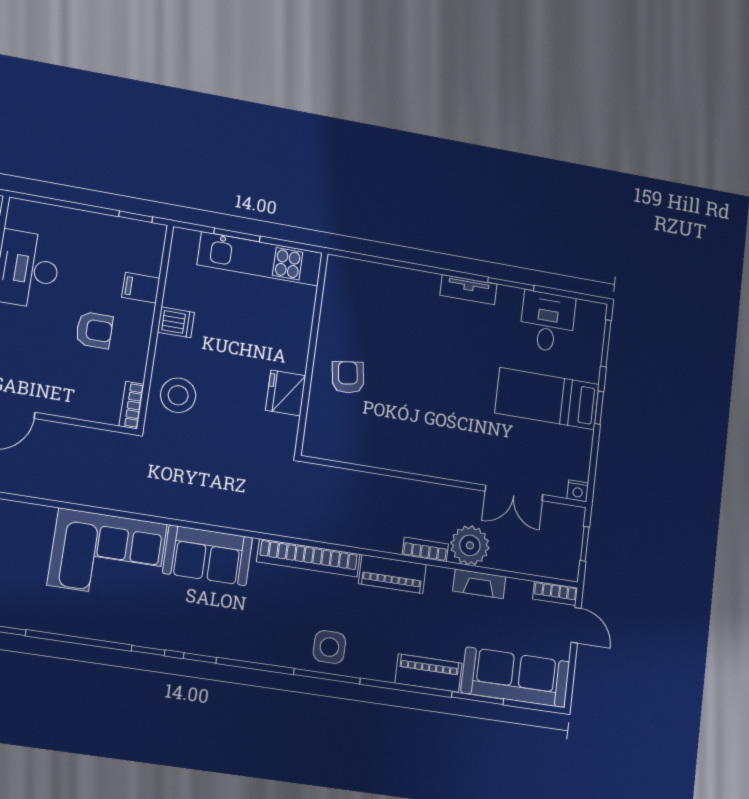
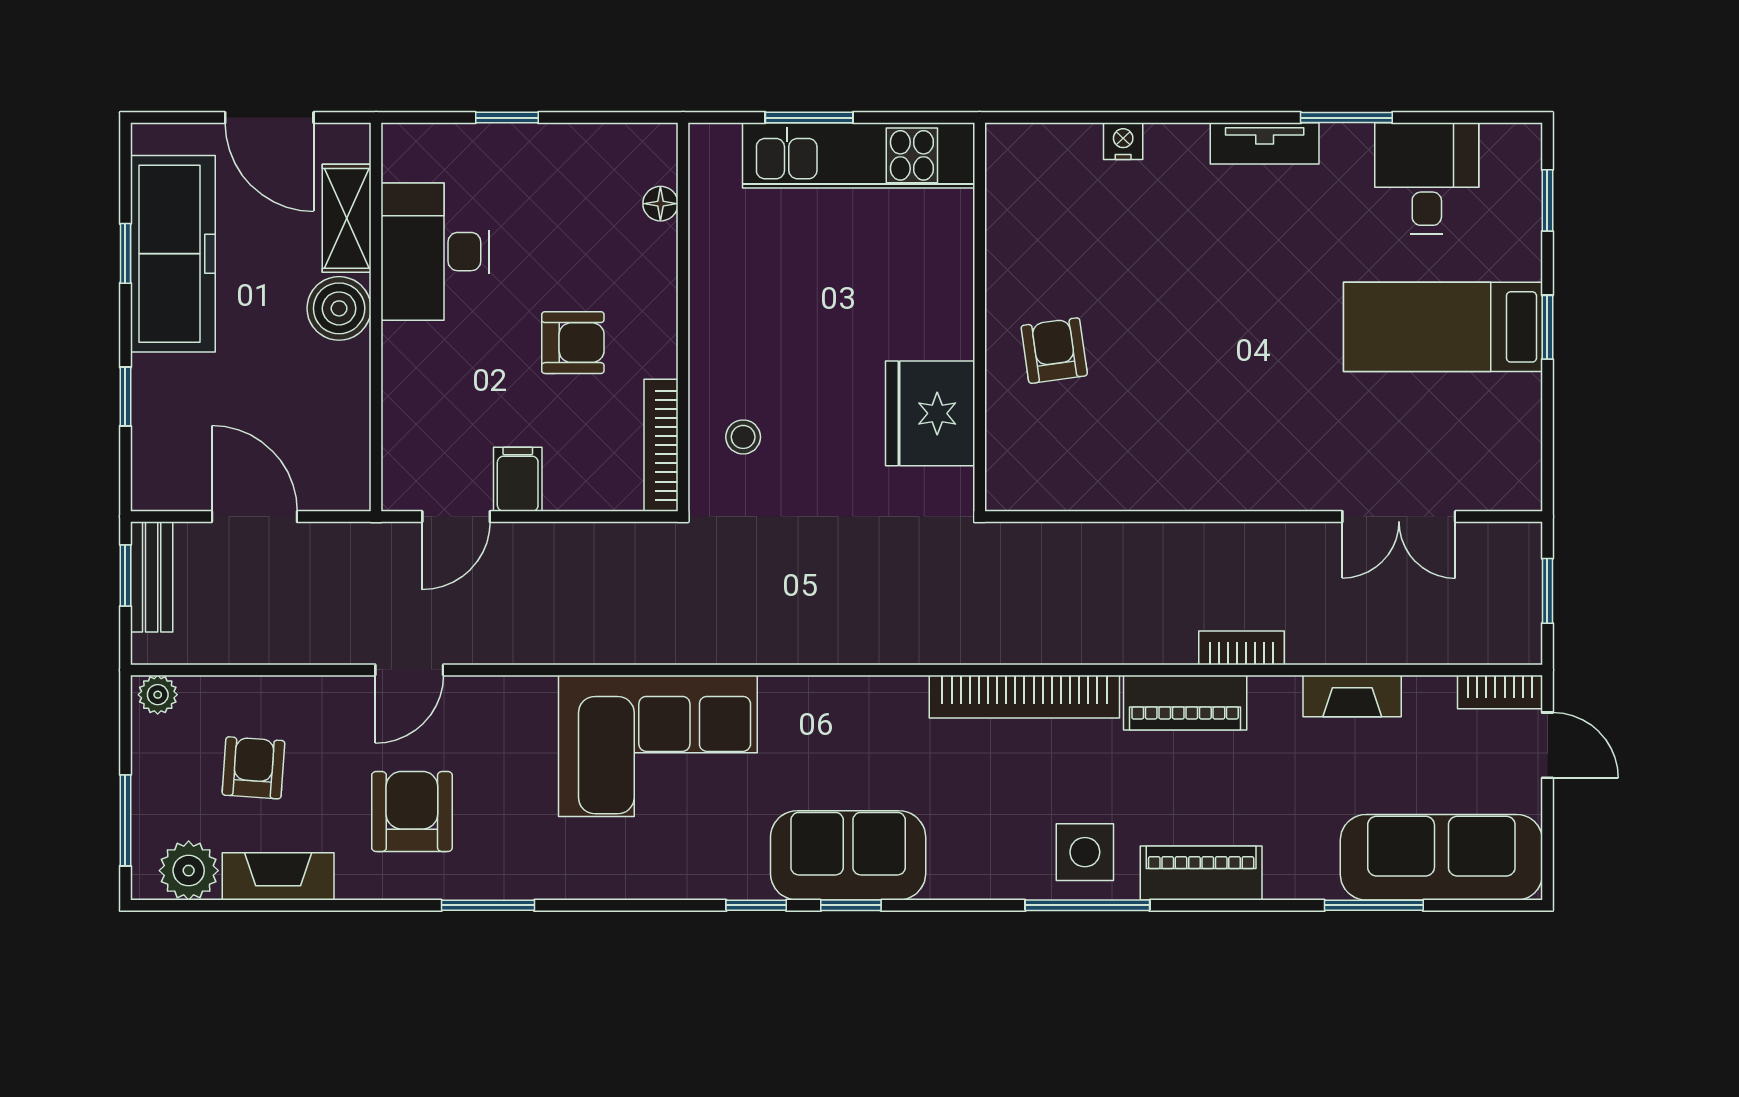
window: (136, 217) -> (507, 118), moved
floor lamp: (152, 265) -> (660, 204), added
filing cabinet: (141, 288) -> (518, 479), moved, turned 90
dishwasher: (176, 322) -> (720, 302), removed
window: (606, 343) -> (1547, 200), width x0.67
fridge: (286, 393) -> (930, 413), width x1.36, depth x1.34
stool: (178, 395) -> (743, 437), width x0.53, depth x0.53
bookcase: (131, 405) -> (661, 445), width x1.56
nightstand: (578, 491) -> (1123, 141), moved, turned 180
plant: (470, 545) -> (1326, 627), removed
sofa: (208, 555) -> (848, 855), moved, turned 180
piano: (428, 673) -> (1201, 873), moved

